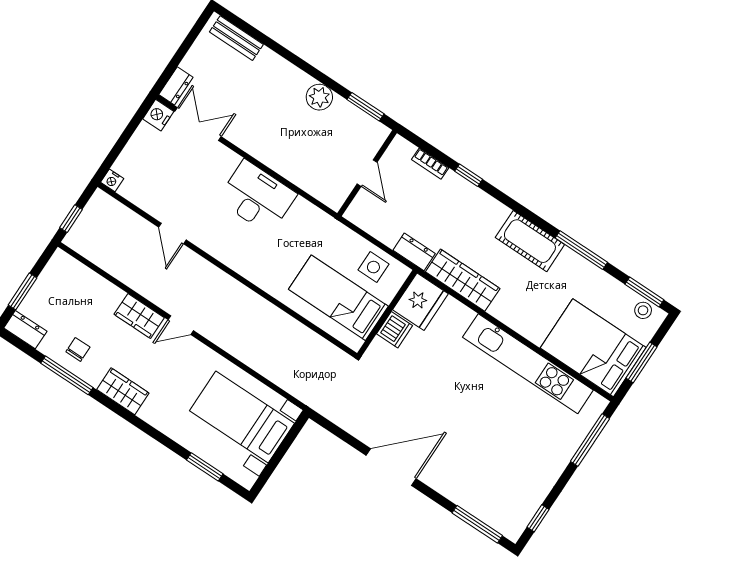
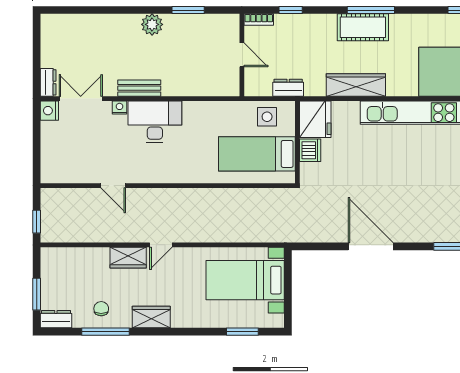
bench: (236, 38) -> (139, 88), moved
door: (367, 173) -> (242, 55), moved
wall: (367, 173) -> (242, 55), moved
nightstand: (112, 180) -> (119, 108), moved, turned 180
window: (581, 250) -> (371, 10), moved
wardrobe: (463, 280) -> (356, 85), moved
door: (391, 467) -> (371, 246), hinge flipped

